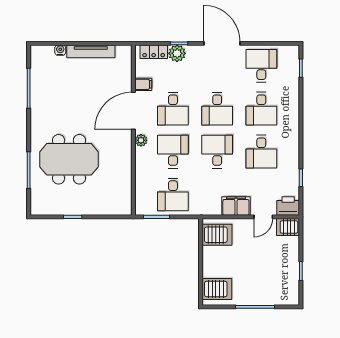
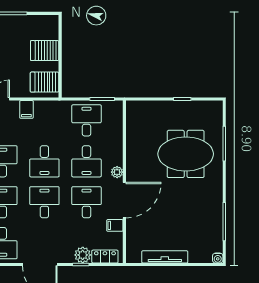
water cooler: (60, 50) -> (218, 258), moved
filing cabinet: (236, 206) -> (26, 109), width x0.50
server rack: (217, 289) -> (45, 51), moved

